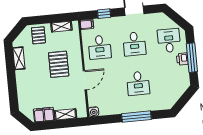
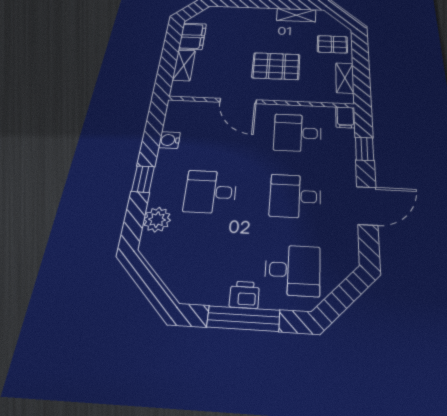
plant: (155, 104) -> (157, 220), added
water cooler: (94, 112) -> (169, 140), moved
window: (136, 117) -> (143, 179), width x0.46

